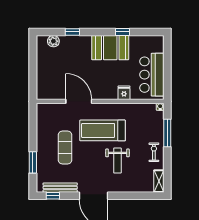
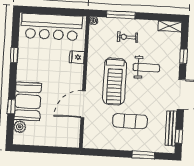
booth: (110, 48) -> (28, 101), moved
bar counter: (152, 75) -> (52, 27), width x1.36
exercise bike: (154, 152) -> (127, 37), moved
window: (131, 196) -> (183, 56), added

